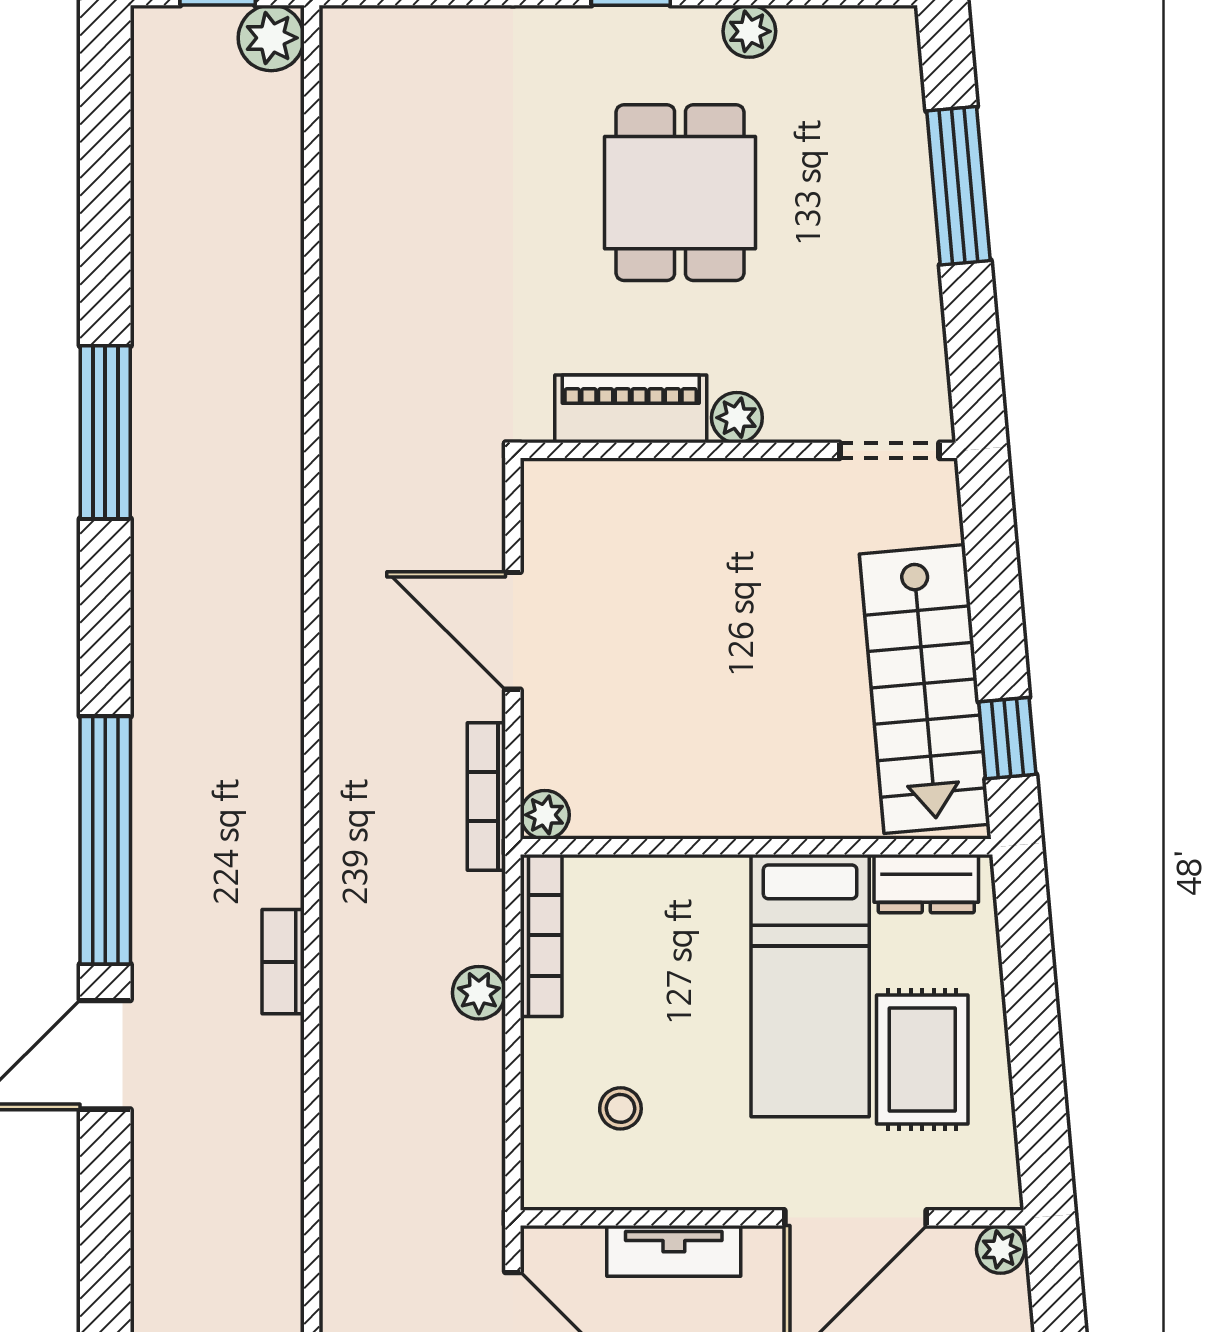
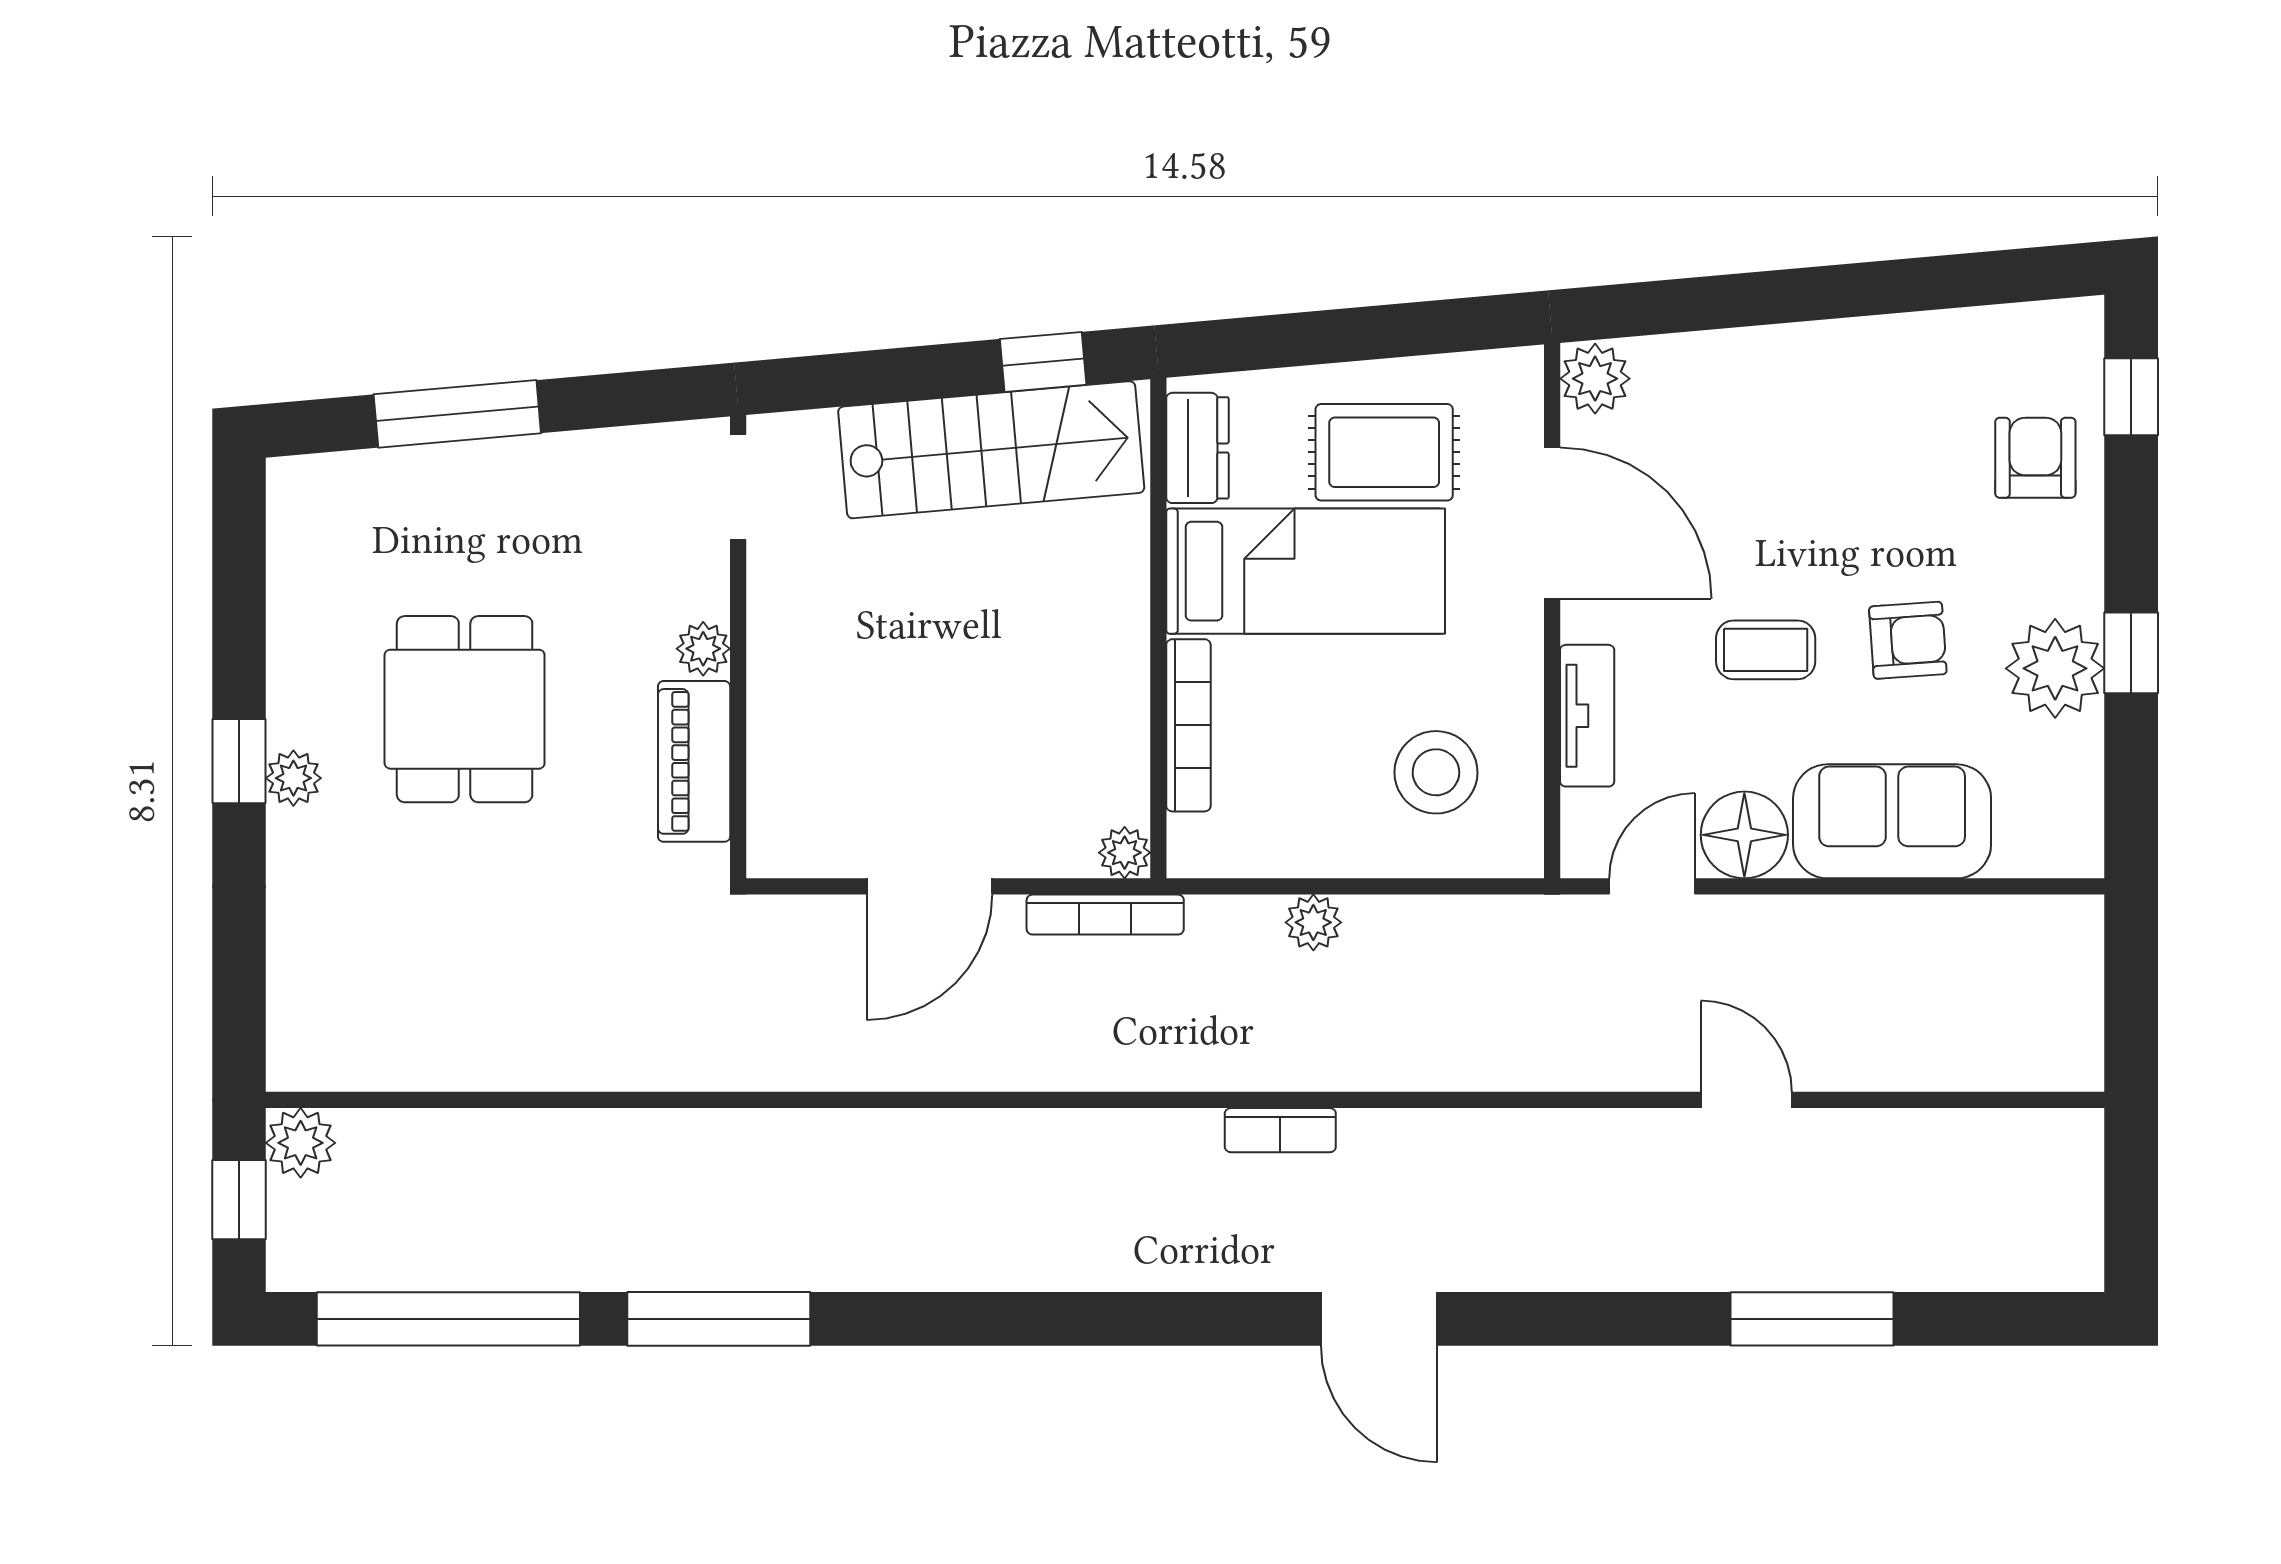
plant: (749, 31) -> (293, 778), moved
dining table: (680, 193) -> (465, 709), turned 90
window: (105, 840) -> (448, 1319), moved
bookcase: (541, 935) -> (1188, 725), moved, turned 90
stool: (620, 1108) -> (1436, 772), width x1.89, depth x1.89
plant: (1001, 1249) -> (1595, 379), width x1.38, depth x1.38

